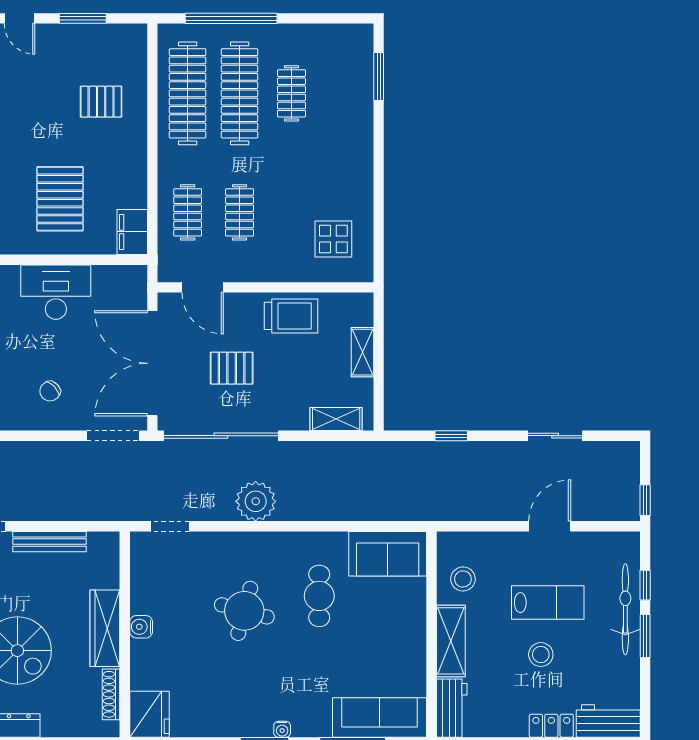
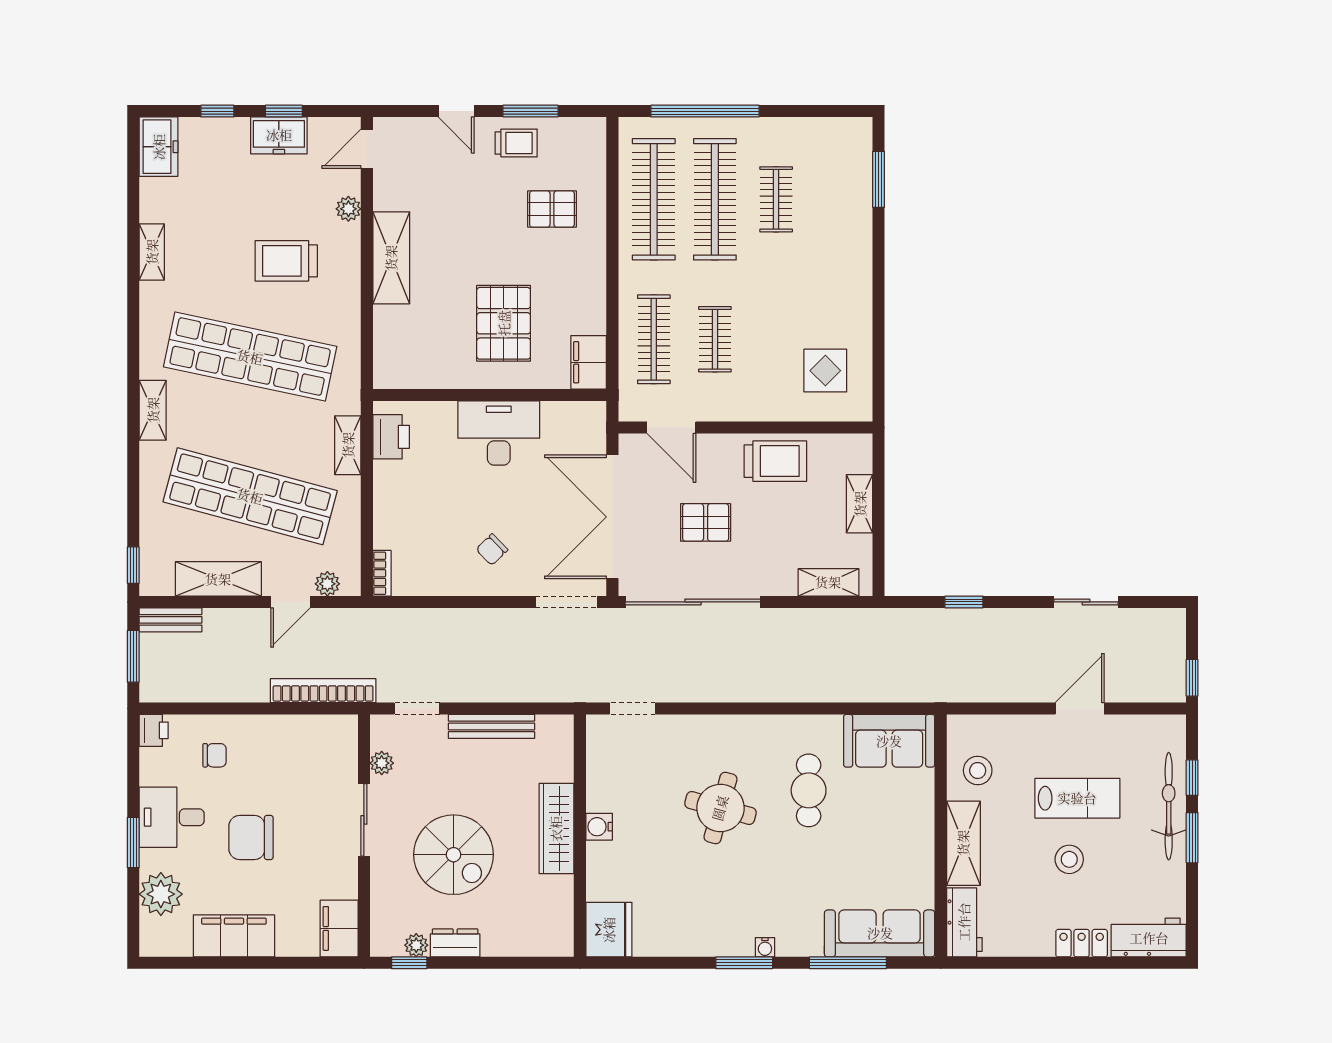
trolley: (71, 46) -> (516, 143), added
clothes rail: (188, 212) -> (654, 339), width x1.36
plant: (256, 501) -> (734, 679), removed
shoe rack: (111, 694) -> (564, 906), removed

